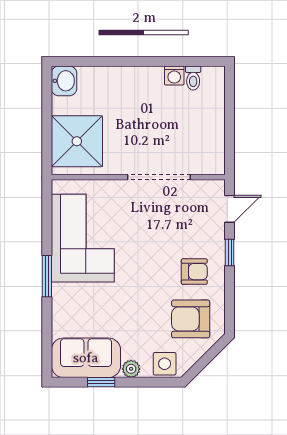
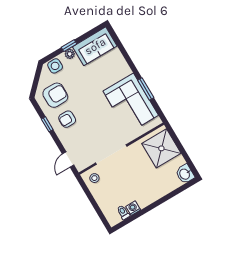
stool: (206, 157) -> (94, 178), added
window: (230, 252) -> (47, 124), moved
window: (47, 276) -> (146, 89), moved
window: (101, 382) -> (69, 46), moved

